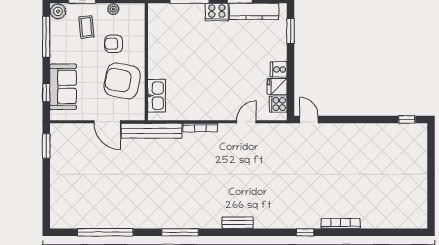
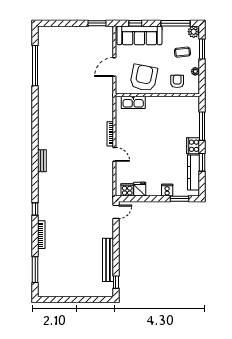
armchair: (114, 44) -> (177, 81), moved
cooker: (279, 69) -> (167, 190), moved
sofa: (63, 87) -> (139, 35), width x1.36
door: (246, 122) -> (114, 154), moved
bench: (152, 131) -> (108, 260), moved
window: (180, 232) -> (35, 270), moved

